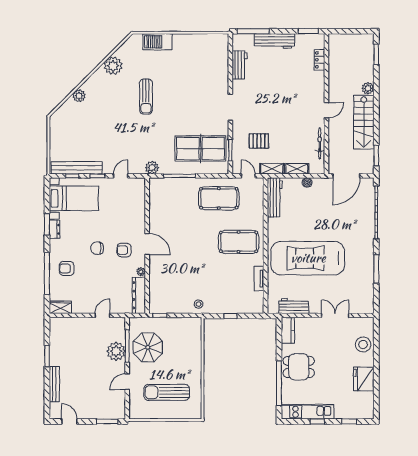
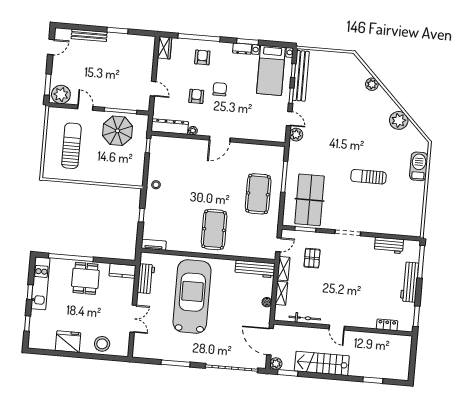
window: (376, 54) -> (373, 380), moved
plant: (368, 88) -> (276, 364), moved
sun lounger: (146, 97) -> (368, 177), moved
plant: (152, 168) -> (296, 135), moved
pool table: (219, 198) -> (258, 194), moved
armchair: (124, 250) -> (196, 96), moved
tv unit: (259, 279) -> (154, 245), moved
plant: (116, 351) -> (61, 94), moved

